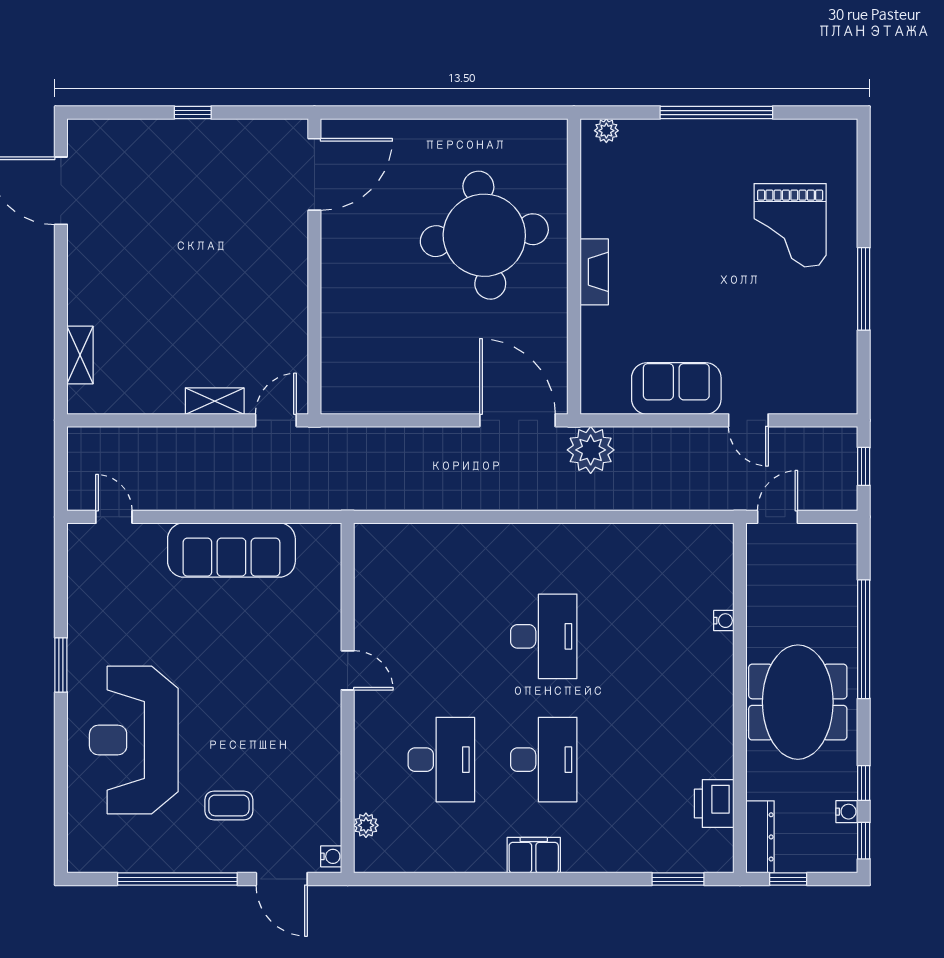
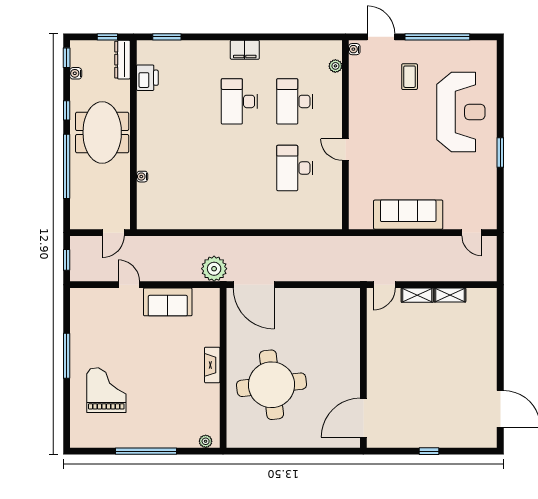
shelving: (80, 355) -> (450, 295), moved, turned 90
desk: (544, 636) -> (295, 168), moved
window: (864, 783) -> (67, 110), moved
coffee table: (229, 805) -> (410, 77), turned 90

